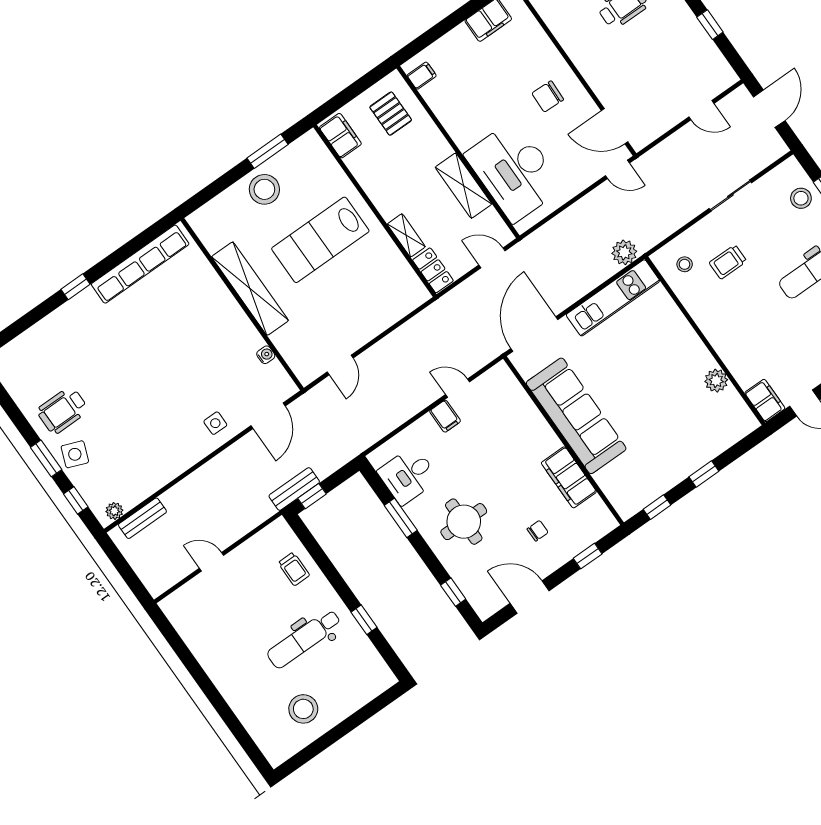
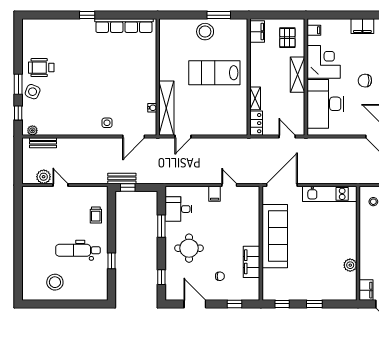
corner desk: (468, 112) -> (324, 62), added
shelving: (463, 186) -> (297, 75), moved
plant: (624, 252) -> (44, 177), moved
shelving: (250, 289) -> (166, 108), moved

